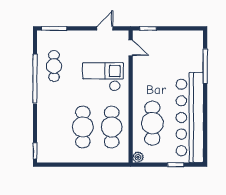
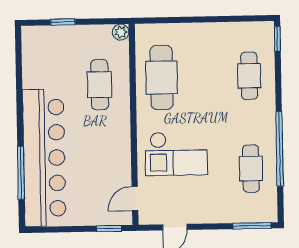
door: (131, 48) -> (135, 199), hinge flipped
bar counter: (190, 117) -> (44, 158), moved
cafe table: (152, 123) -> (100, 85), width x0.73, depth x0.74
cafe table: (83, 127) -> (249, 76), moved, width x0.73, depth x0.74

